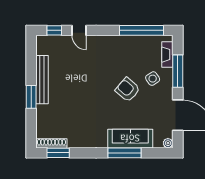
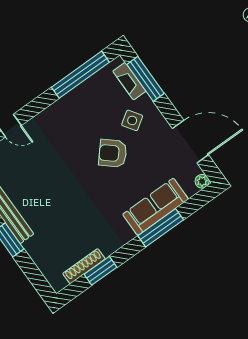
window: (178, 71) -> (146, 79), moved
shoe rack: (51, 143) -> (84, 266), moved
window: (58, 153) -> (101, 271), moved

